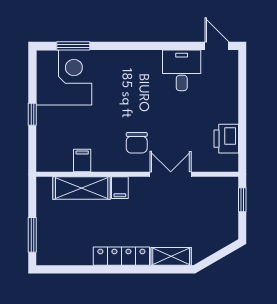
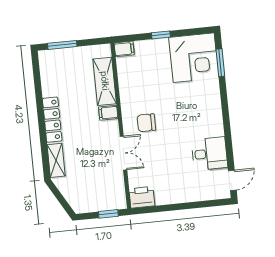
printer: (226, 139) -> (142, 197), moved
filing cabinet: (82, 160) -> (124, 49), moved

